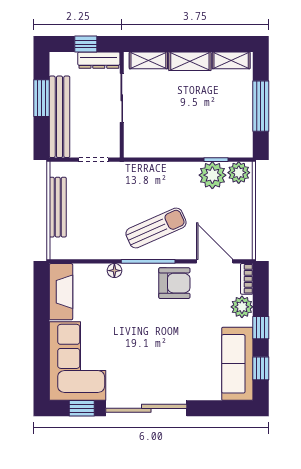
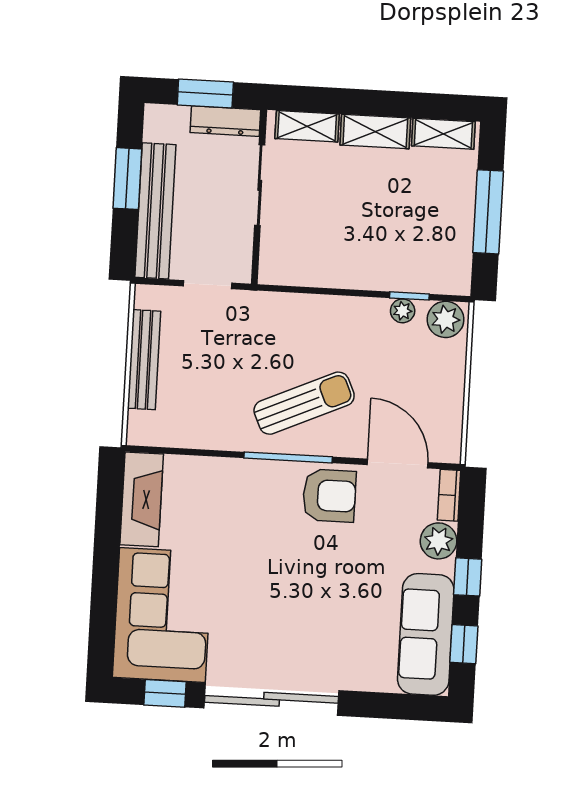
window: (86, 44) -> (205, 93), width x1.50
plant: (212, 175) -> (403, 311), width x0.53, depth x0.53
floor lamp: (114, 271) -> (232, 469), removed

